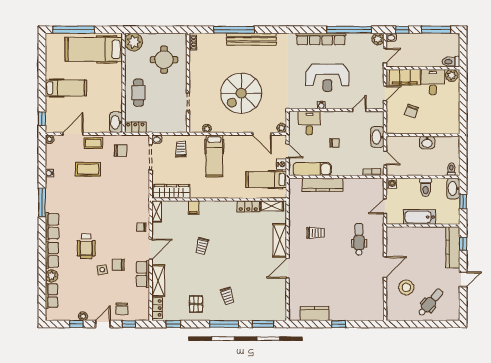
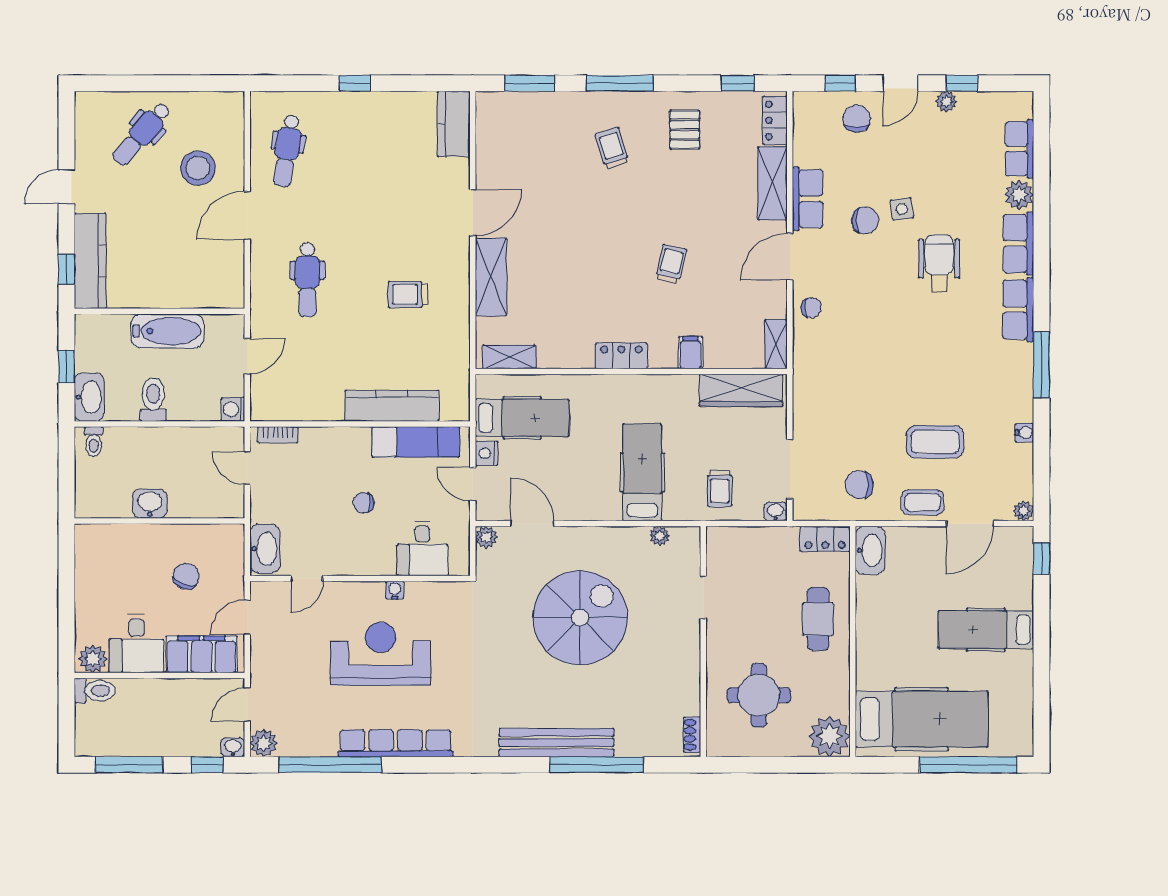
washbasin: (377, 137) -> (265, 549), moved
locker: (248, 206) -> (621, 356), moved
dental chair: (368, 295) -> (287, 151), added
kitchen counter: (315, 314) -> (454, 124), moved, turned 90

